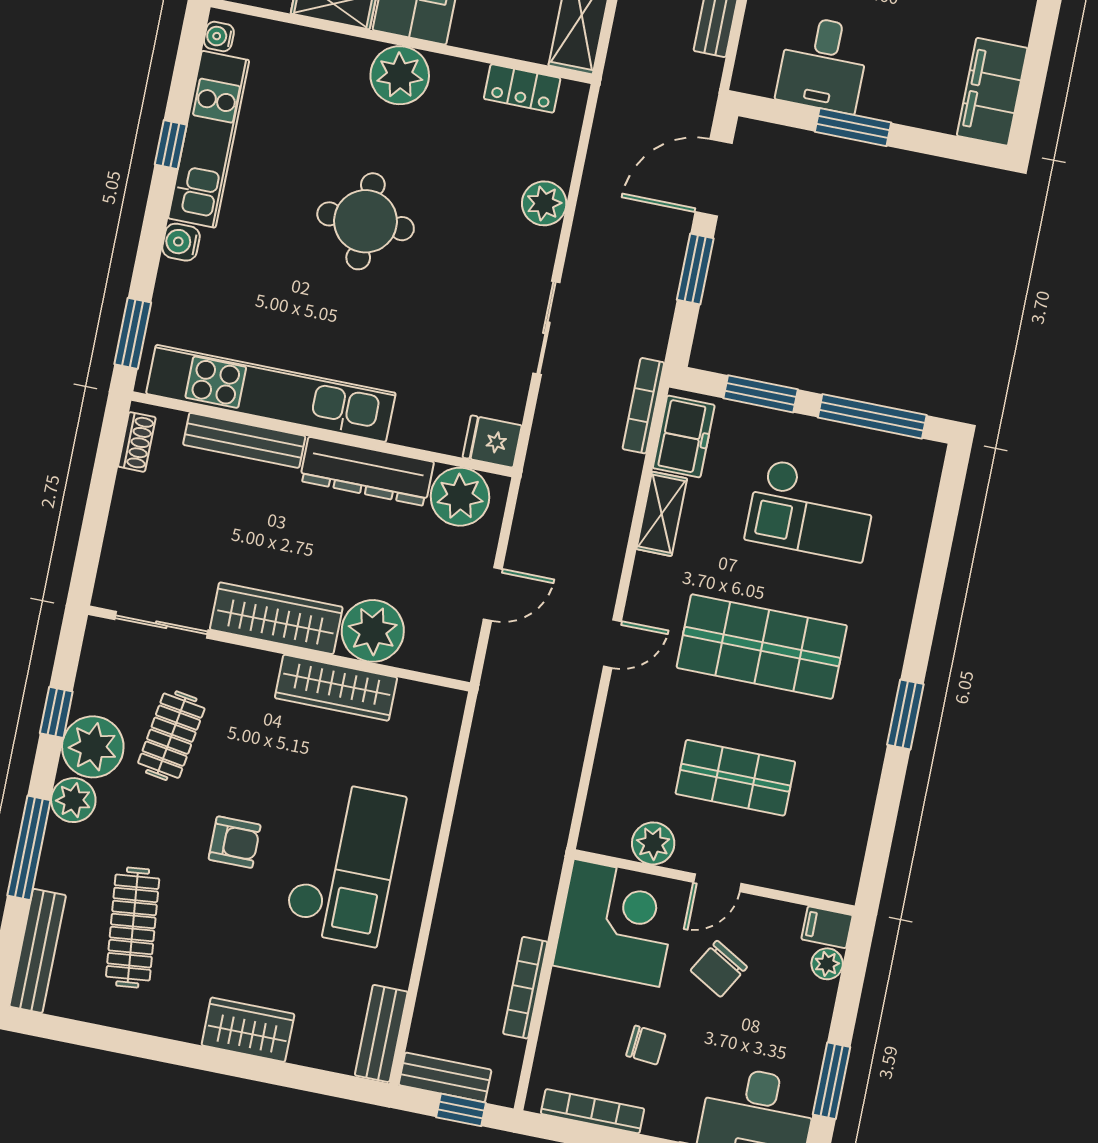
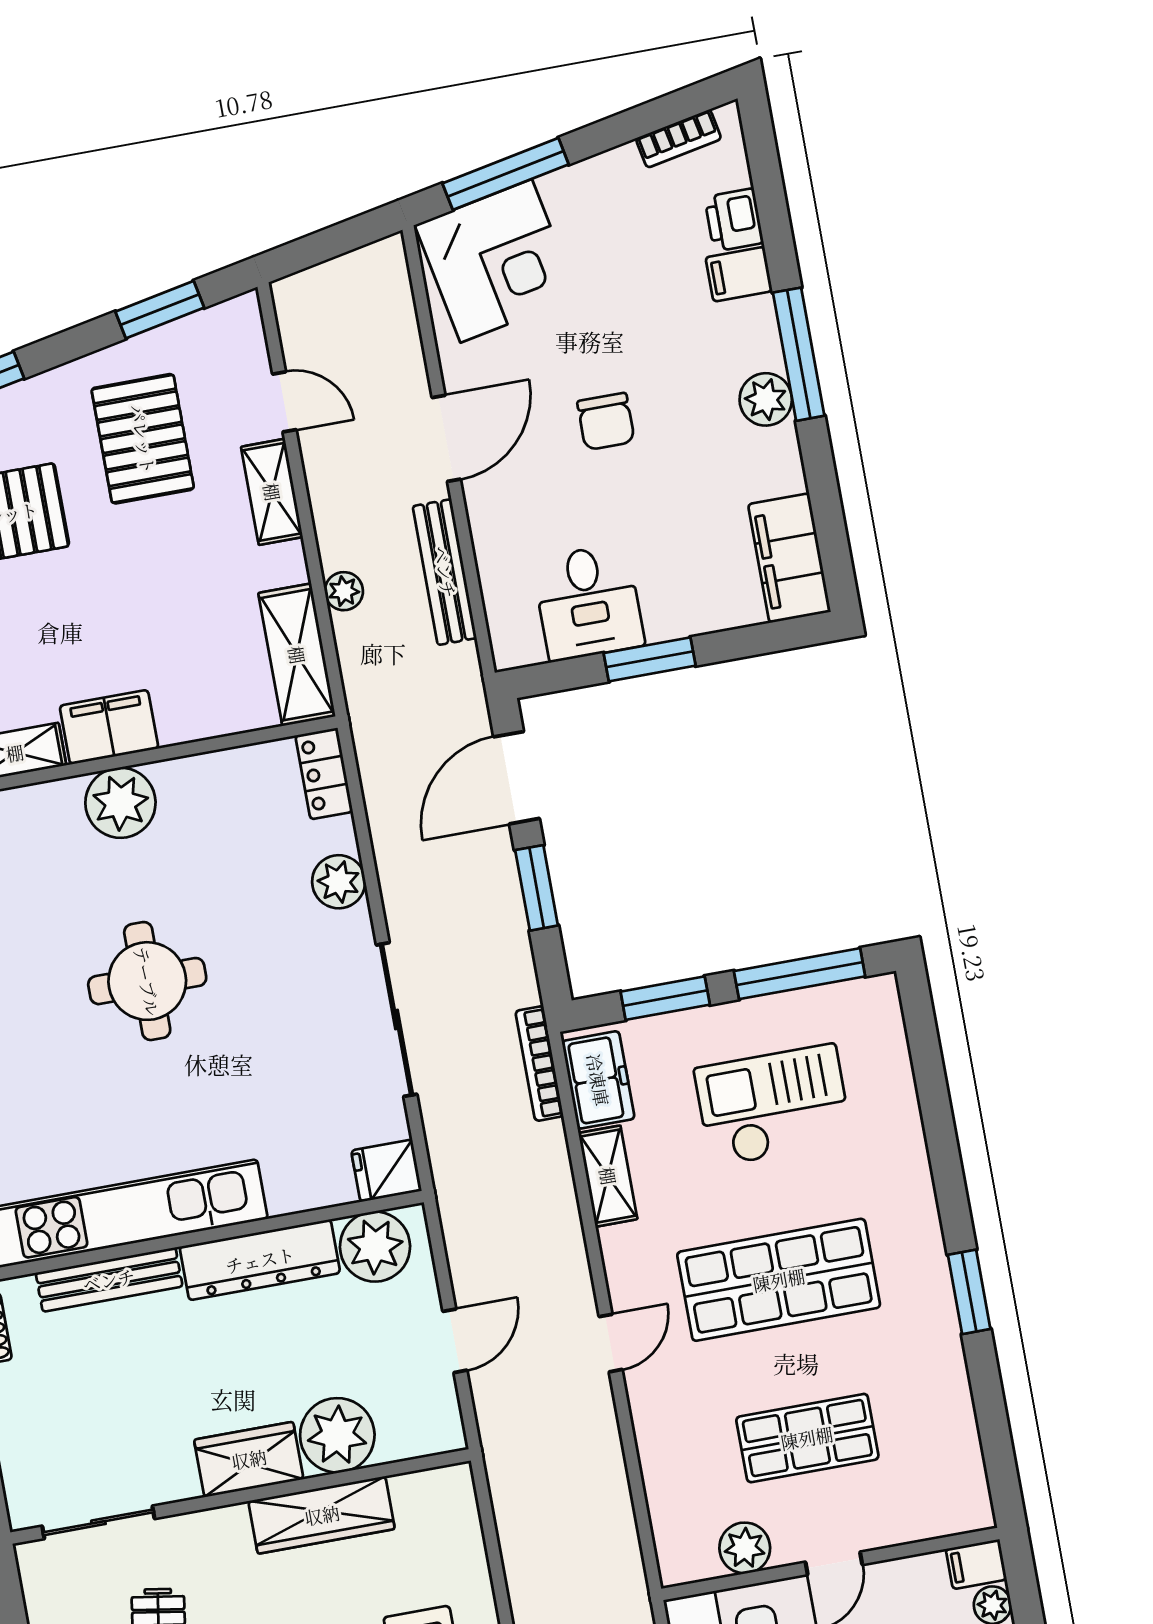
locker: (522, 88) -> (324, 774), moved, turned 90
sliding door: (546, 328) -> (397, 1020), width x1.37
checkout: (811, 510) -> (773, 1105), turned 180
wardrobe: (276, 618) -> (249, 1459), width x0.67

